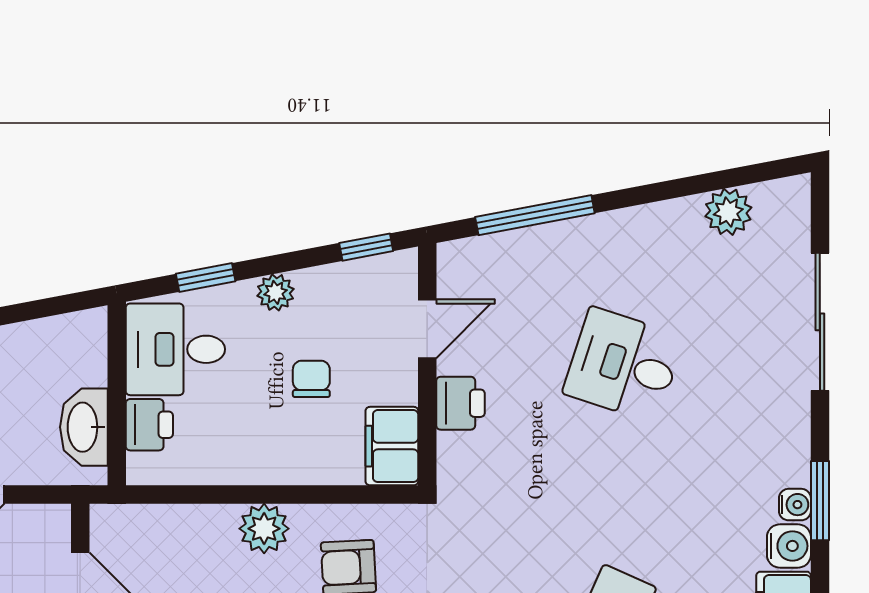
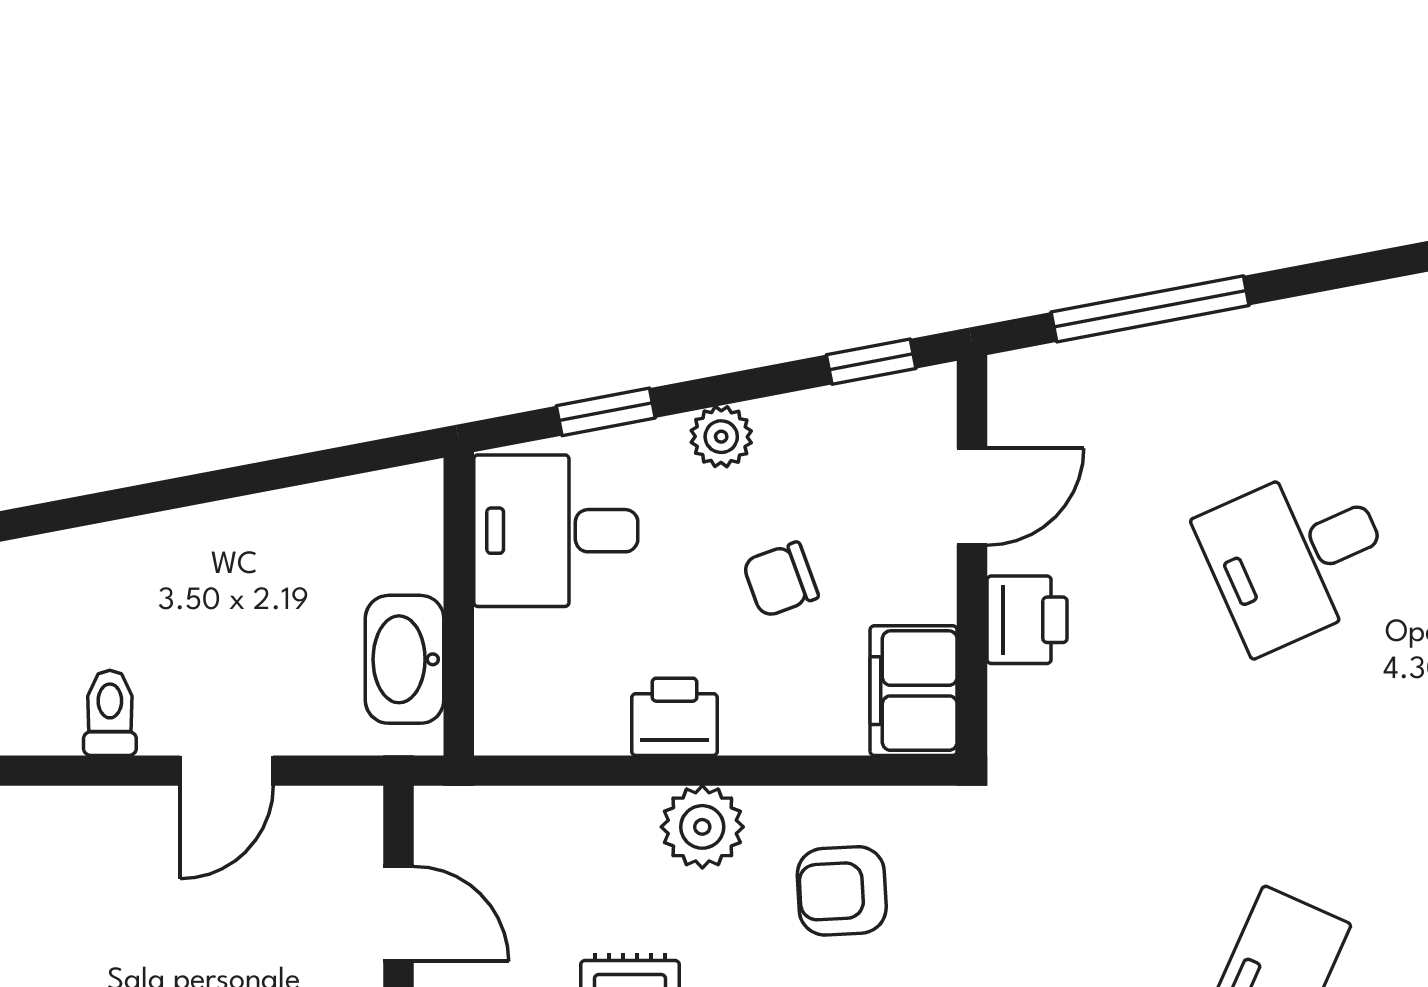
desk: (624, 365) -> (1297, 556), turned -42
chair: (311, 379) -> (780, 580), turned -110
printer: (149, 425) -> (674, 717), moved, turned -90

